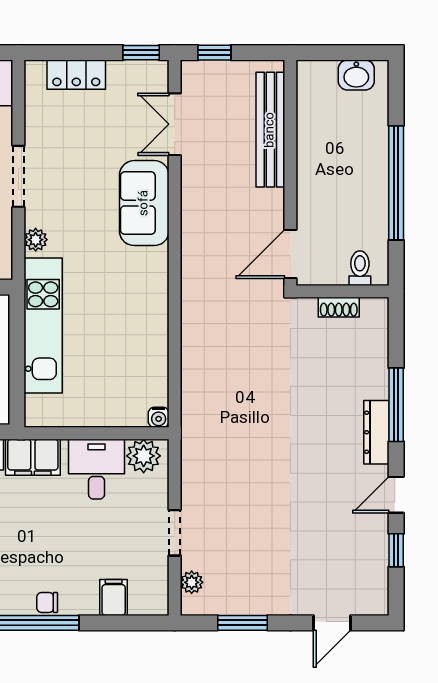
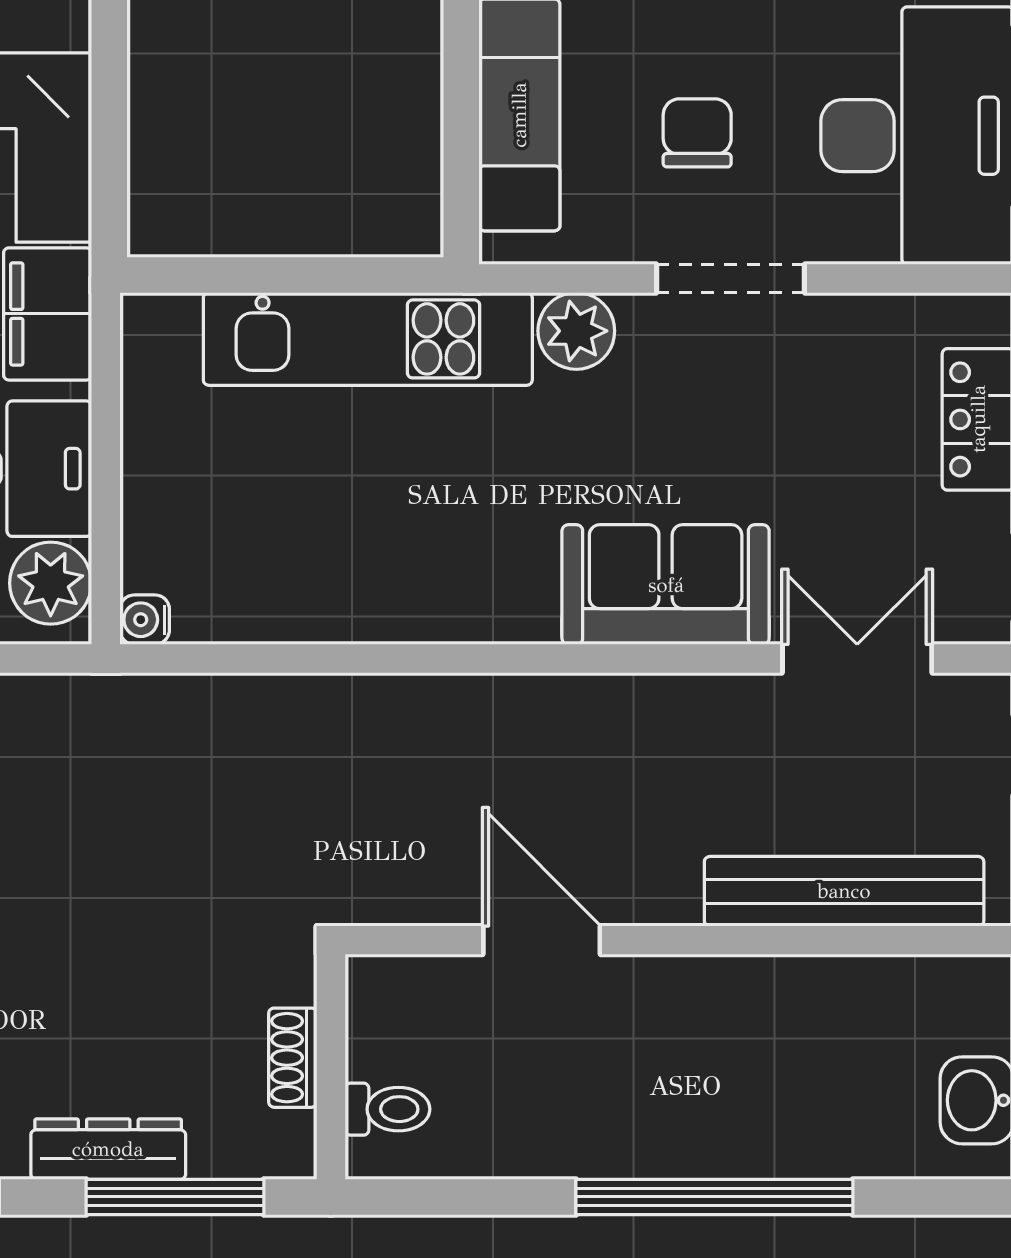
plant: (36, 240) -> (576, 331), width x1.38, depth x1.38
toilet: (360, 268) -> (387, 1109), moved
wall: (342, 291) -> (331, 1067), moved
shoe rack: (339, 307) -> (293, 1058), moved

